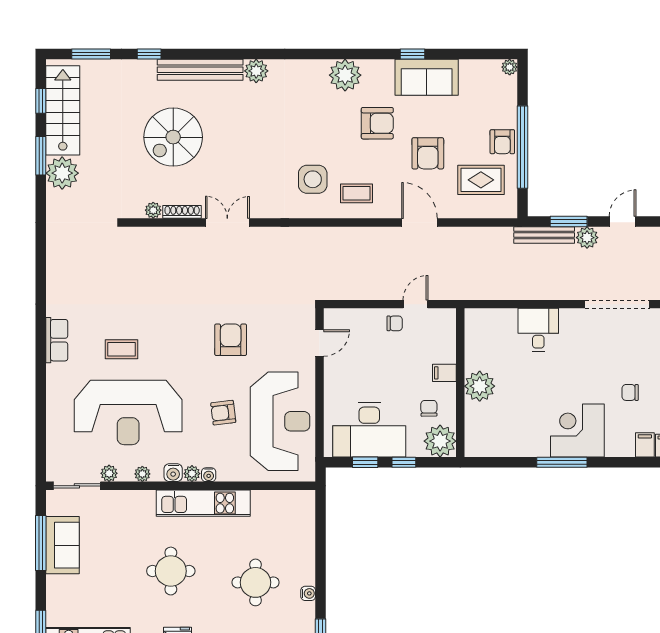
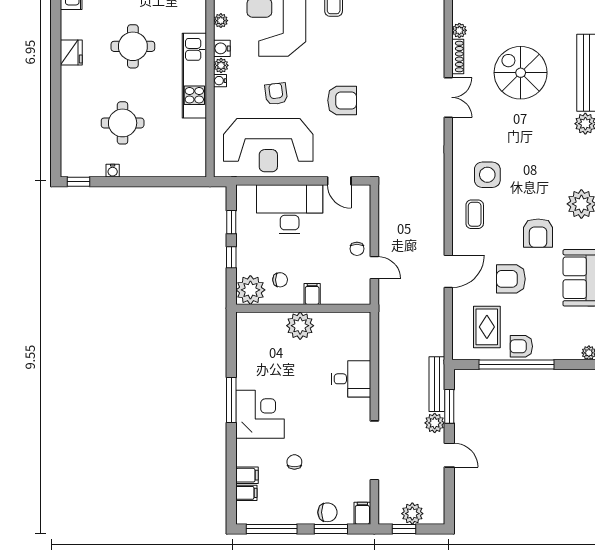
spiral stairs: (173, 137) -> (521, 73), moved
desk: (369, 430) -> (290, 209), moved, turned 90

